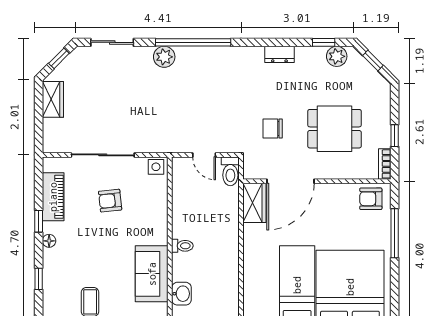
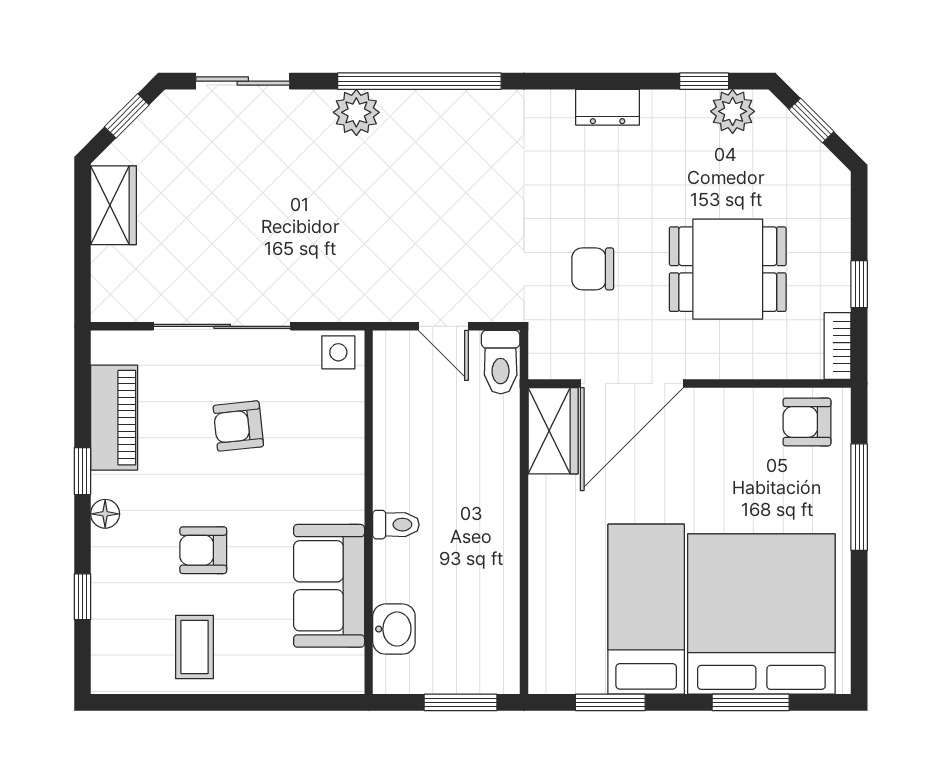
armchair: (94, 258) -> (203, 550), added

